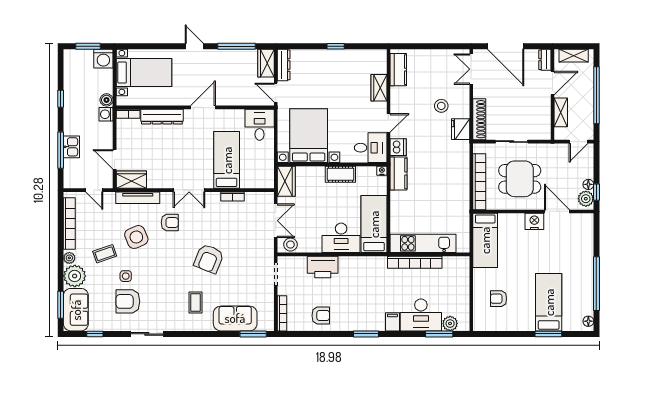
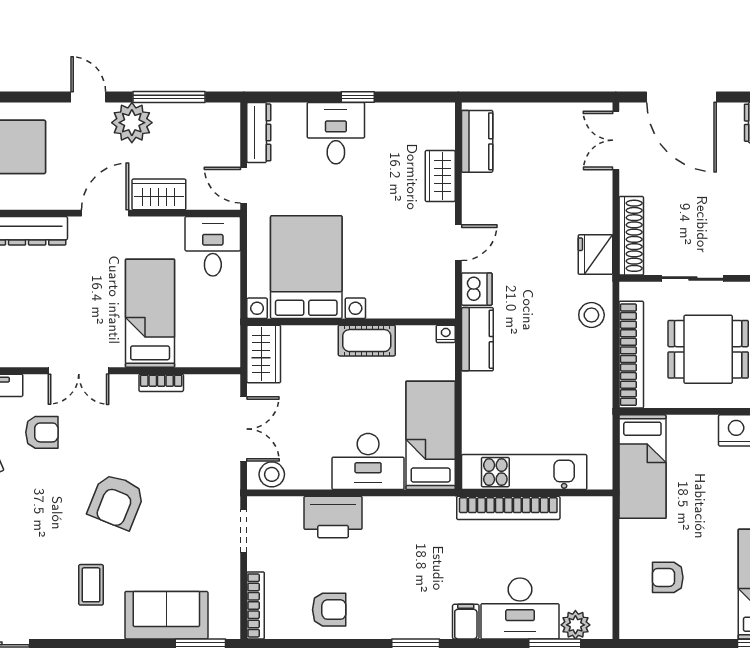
plant: (217, 60) -> (132, 123), added
wardrobe: (266, 63) -> (159, 194), moved, turned 90
stool: (441, 106) -> (591, 315), moved
desk: (371, 148) -> (336, 133), moved, turned -90

